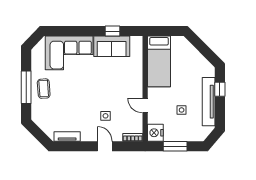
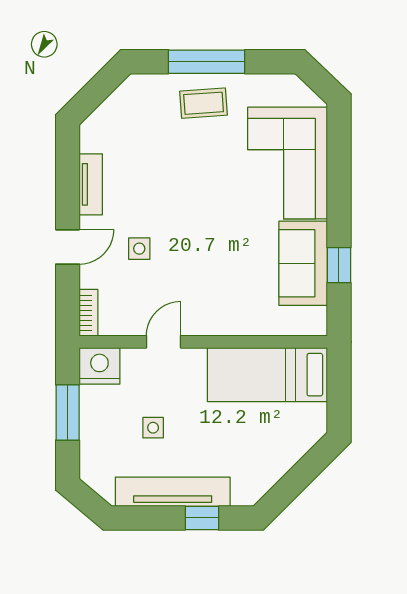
tv unit: (67, 136) -> (91, 184), moved

